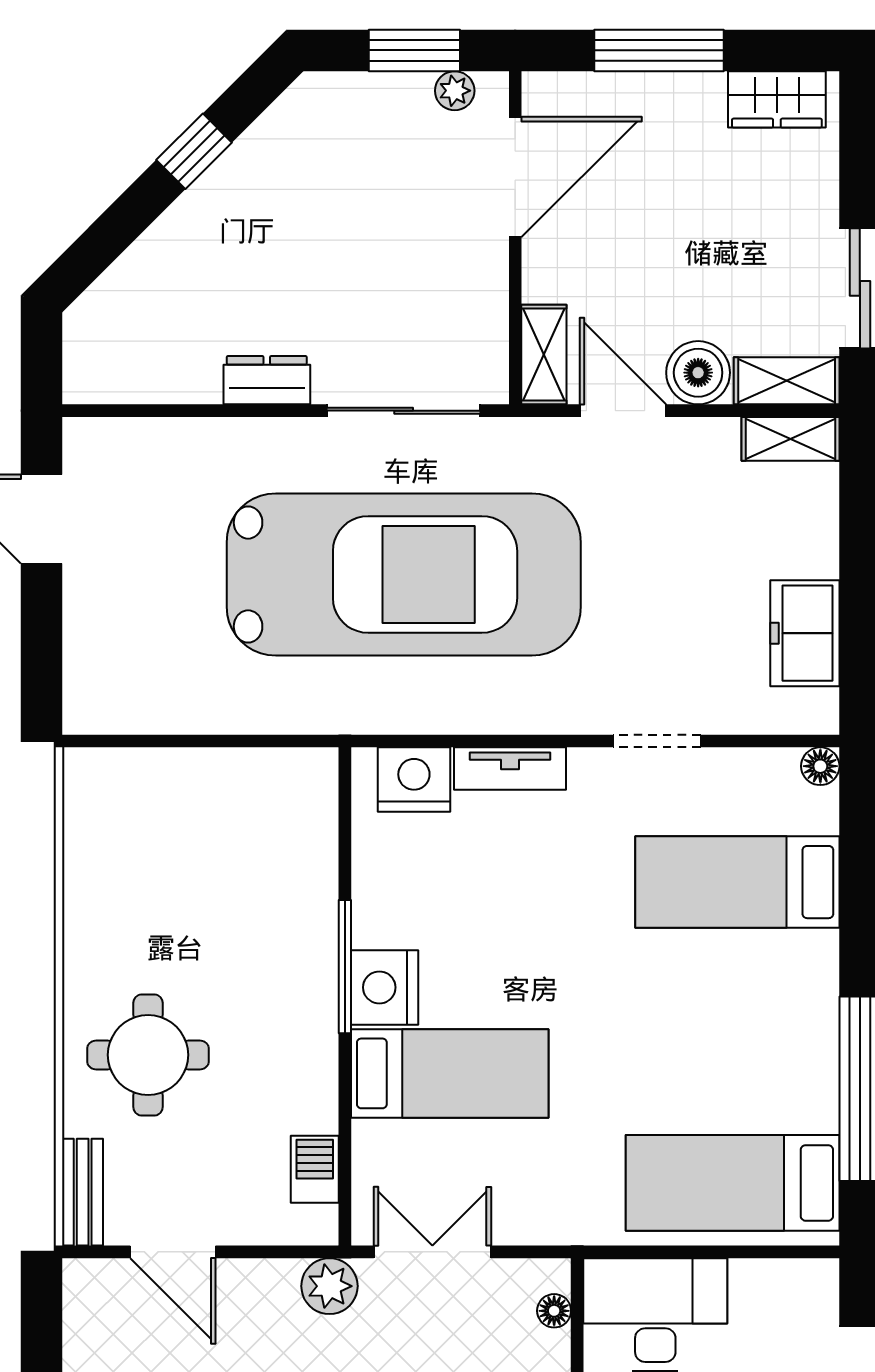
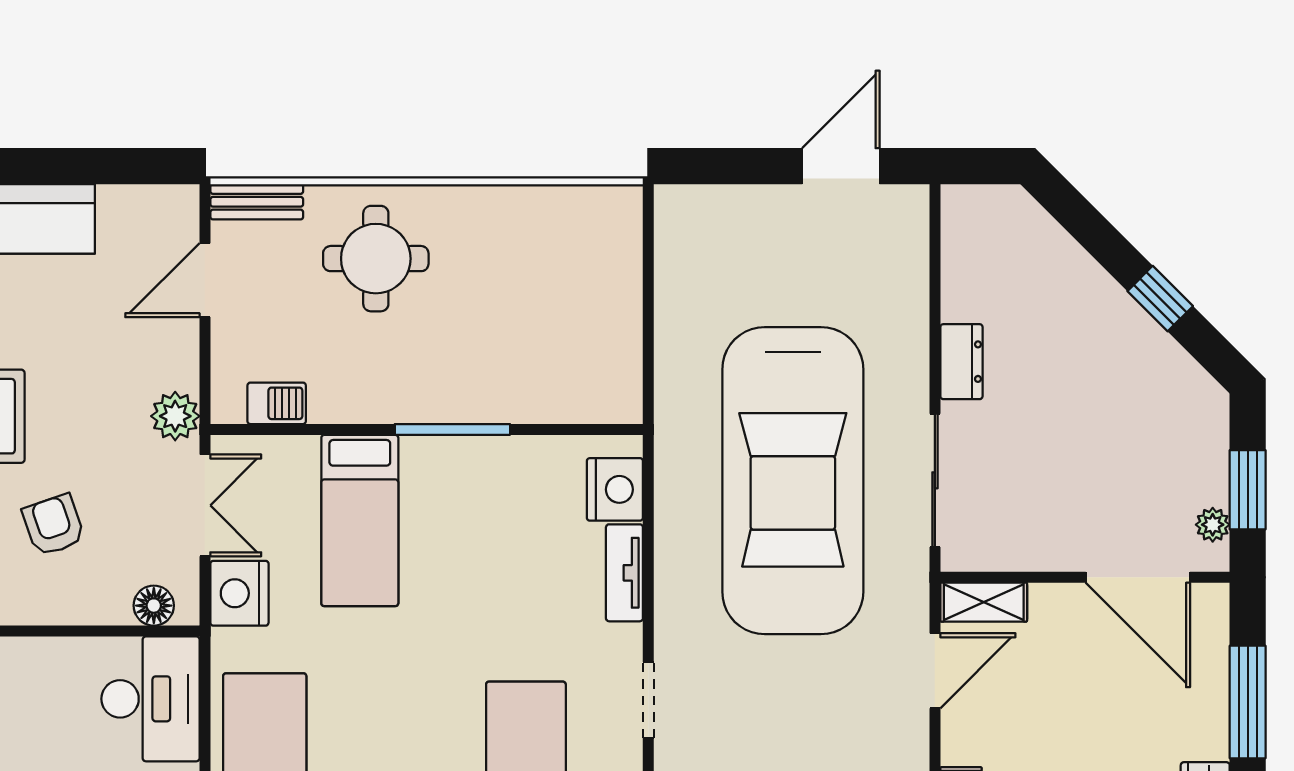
boiler: (698, 373) -> (968, 736), removed
nightstand: (385, 987) -> (239, 593), moved, turned -90
floor lamp: (554, 1311) -> (154, 606), width x1.37, depth x1.37

